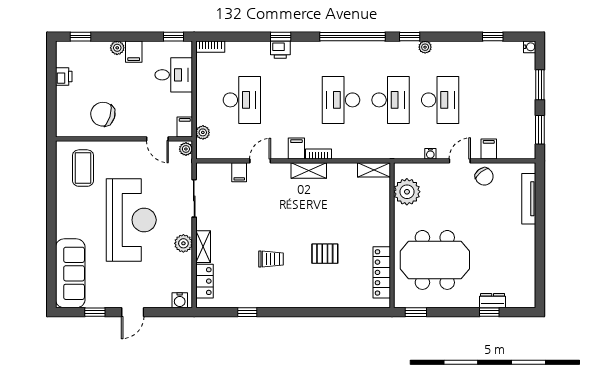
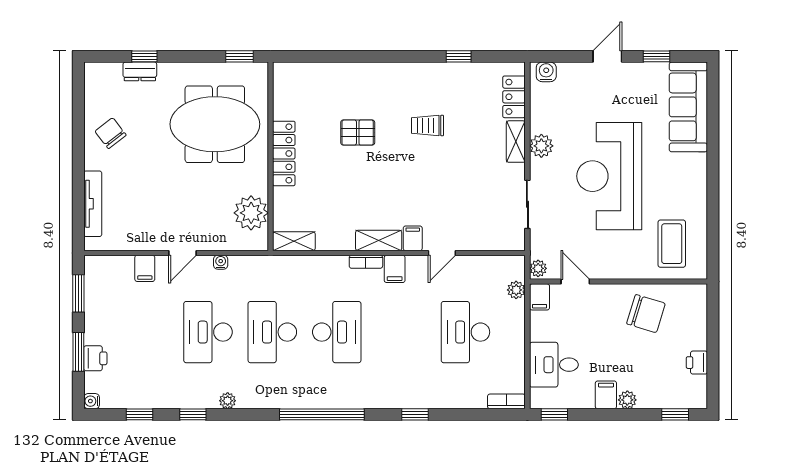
window: (410, 37) -> (193, 414), moved
printer: (280, 50) -> (95, 358), moved, turned 90
filing cabinet: (239, 172) -> (413, 238), moved
chair: (484, 176) -> (111, 133), moved
locker: (382, 272) -> (284, 153), moved

